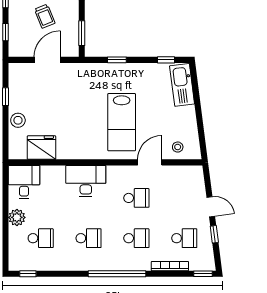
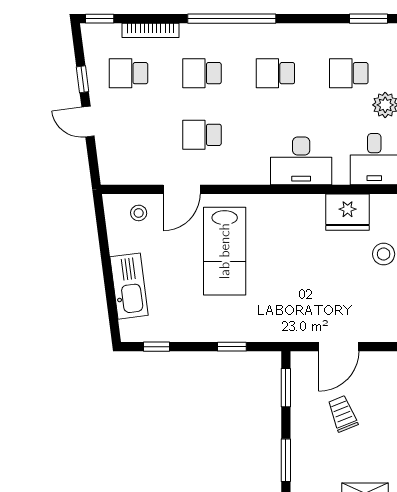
kitchen sink: (182, 85) -> (129, 286), moved
lab bench: (122, 122) -> (225, 251), turned 180
desk: (86, 181) -> (301, 161), moved
window: (28, 274) -> (368, 19), width x1.50

